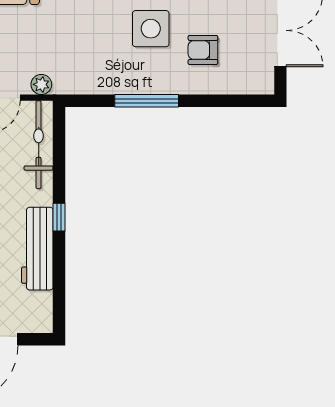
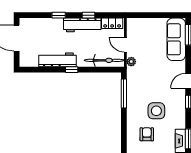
window: (147, 101) -> (124, 94), moved

